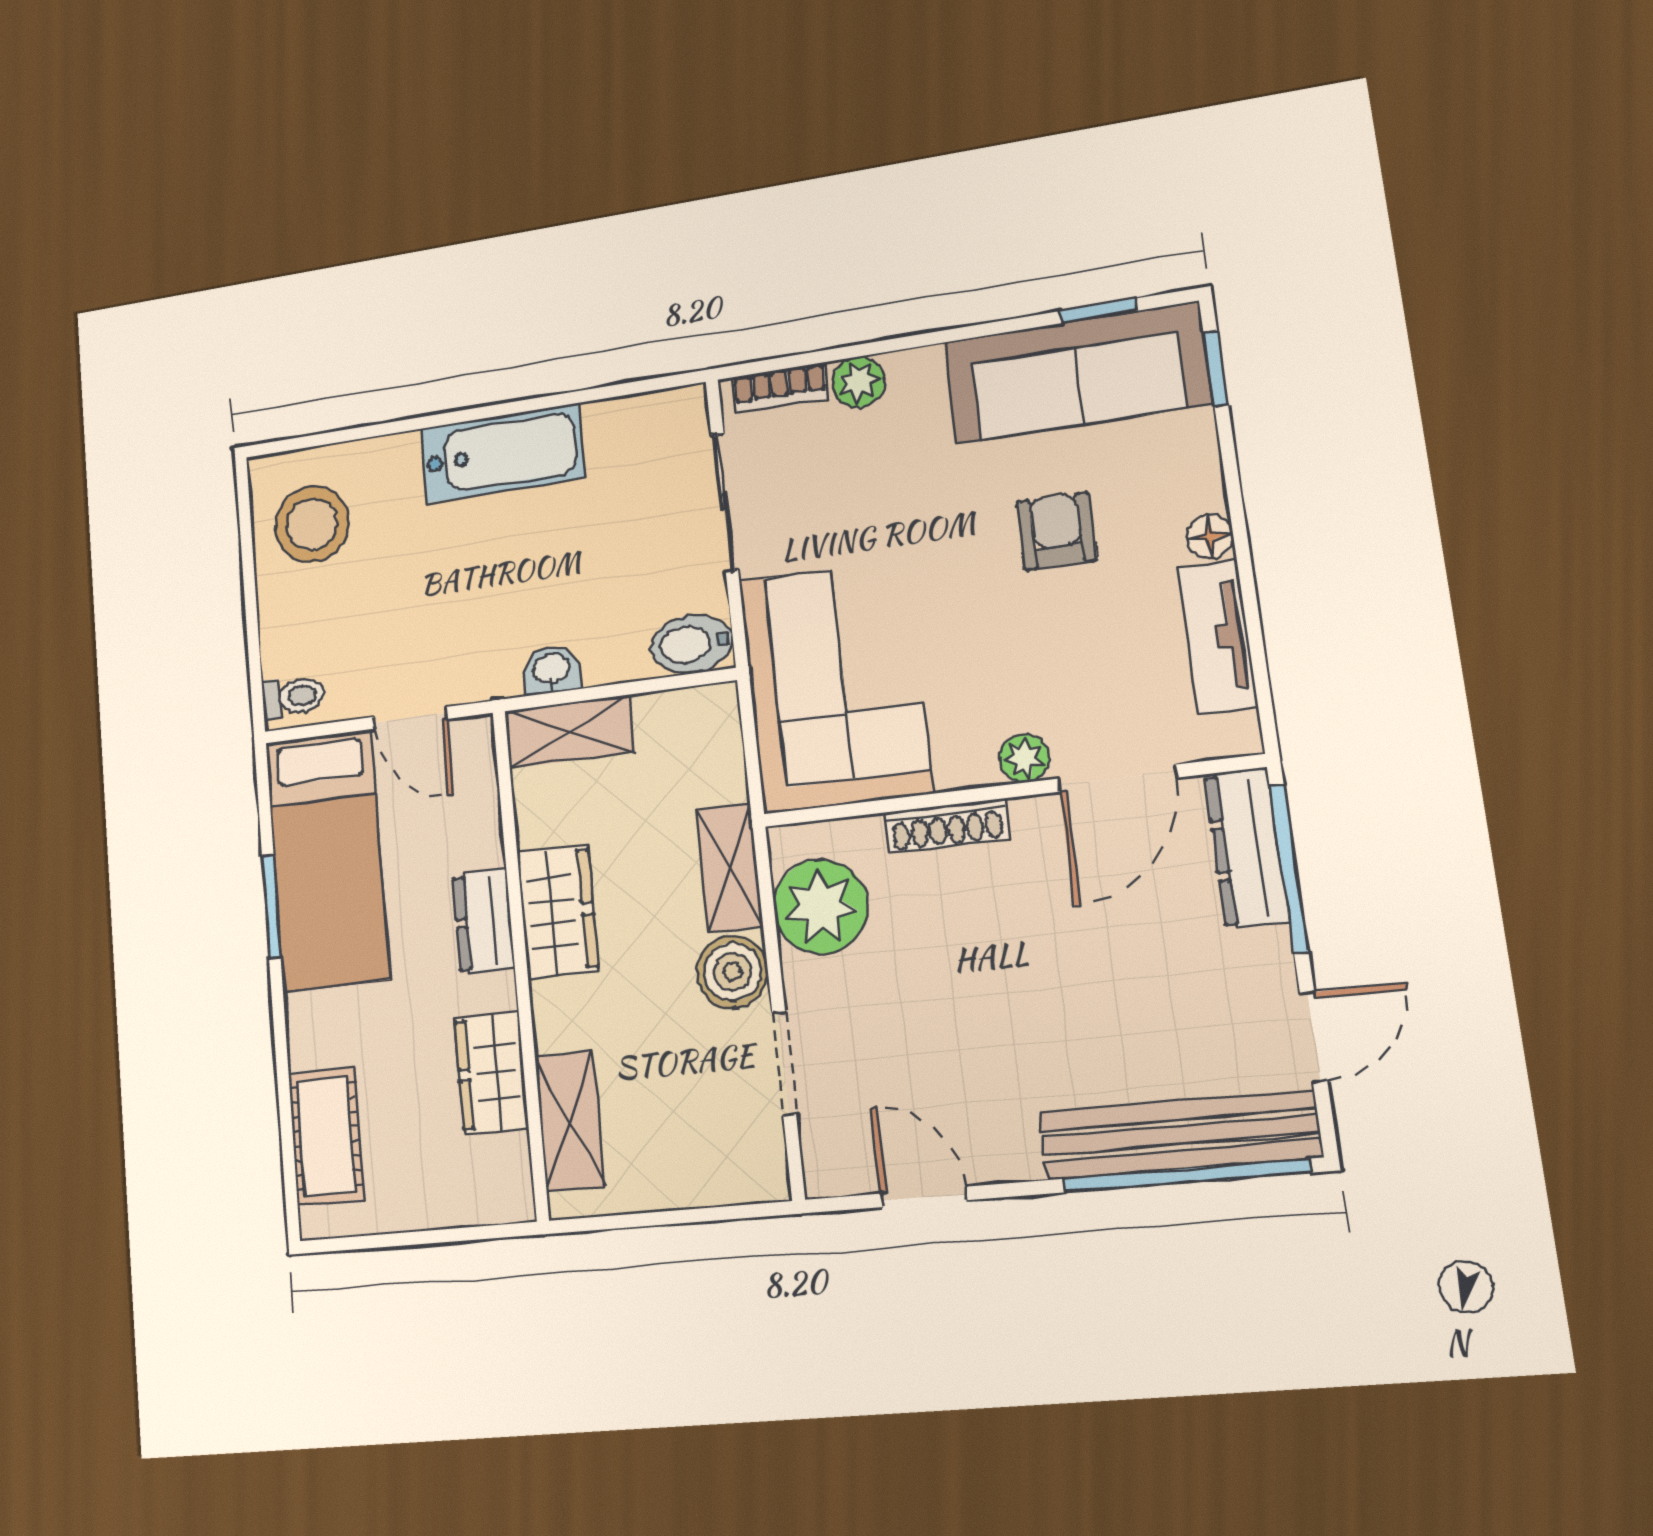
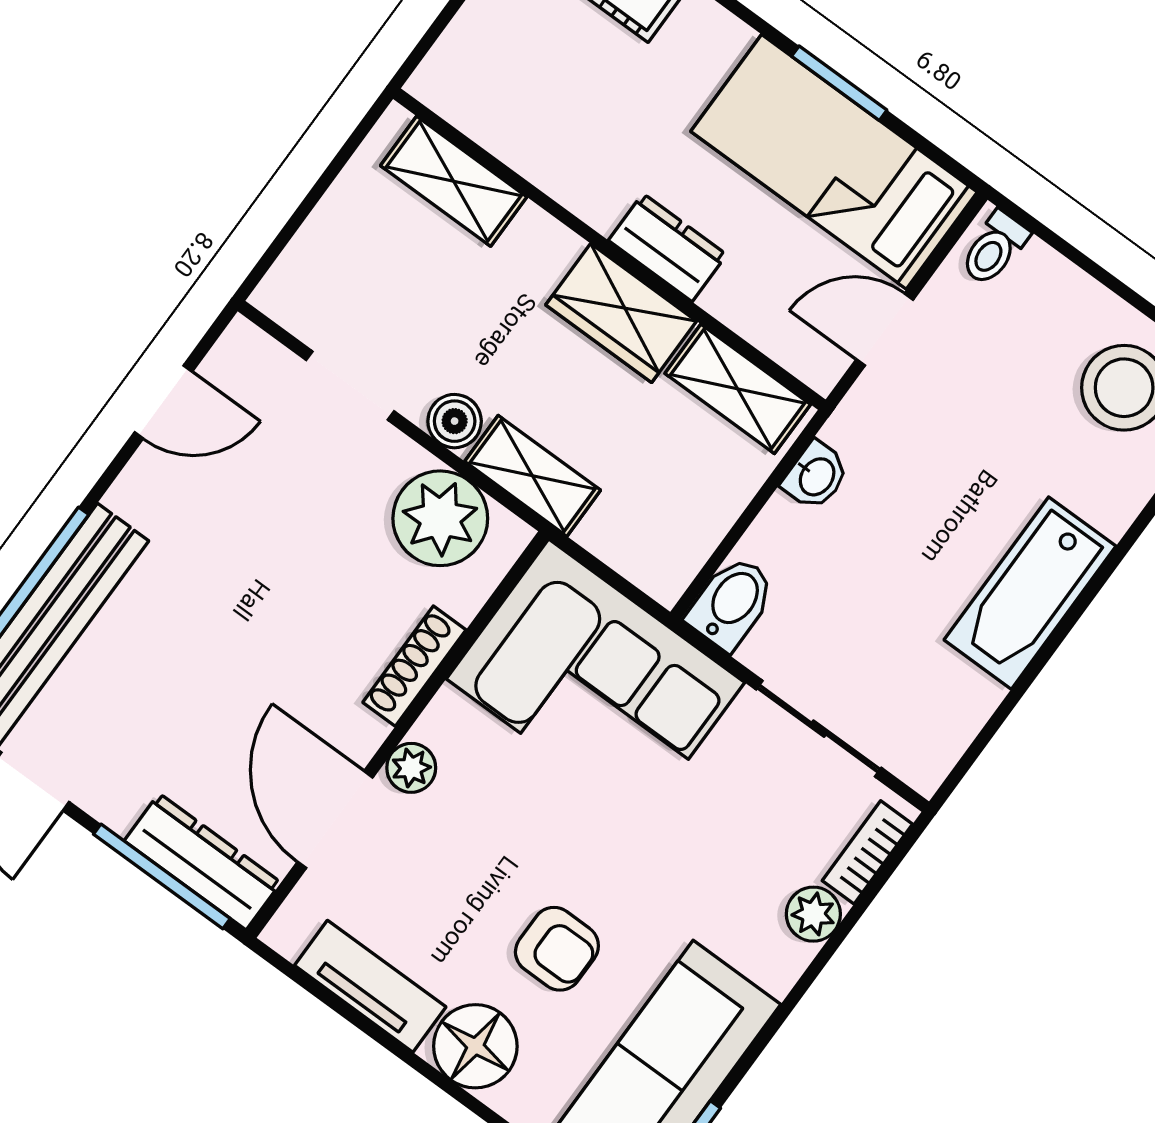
floor lamp: (1210, 536) -> (475, 1046), width x1.89, depth x1.89
shelving: (569, 732) -> (738, 389), moved, turned 90
boiler: (732, 972) -> (455, 421), width x0.73, depth x0.73
wardrobe: (491, 1073) -> (545, 151), removed

